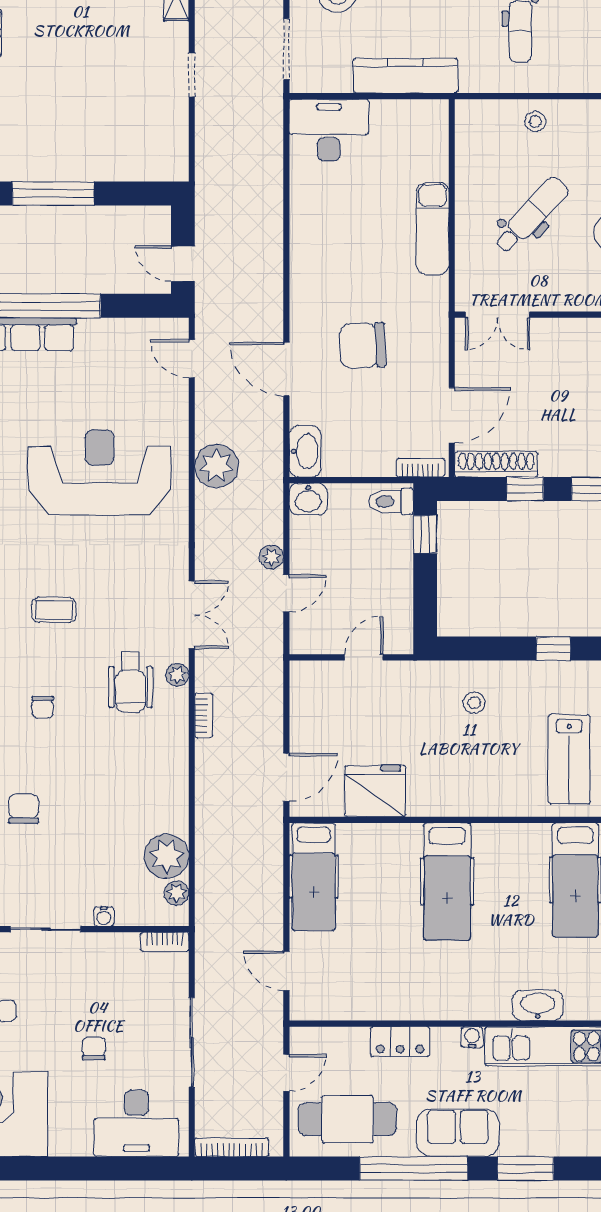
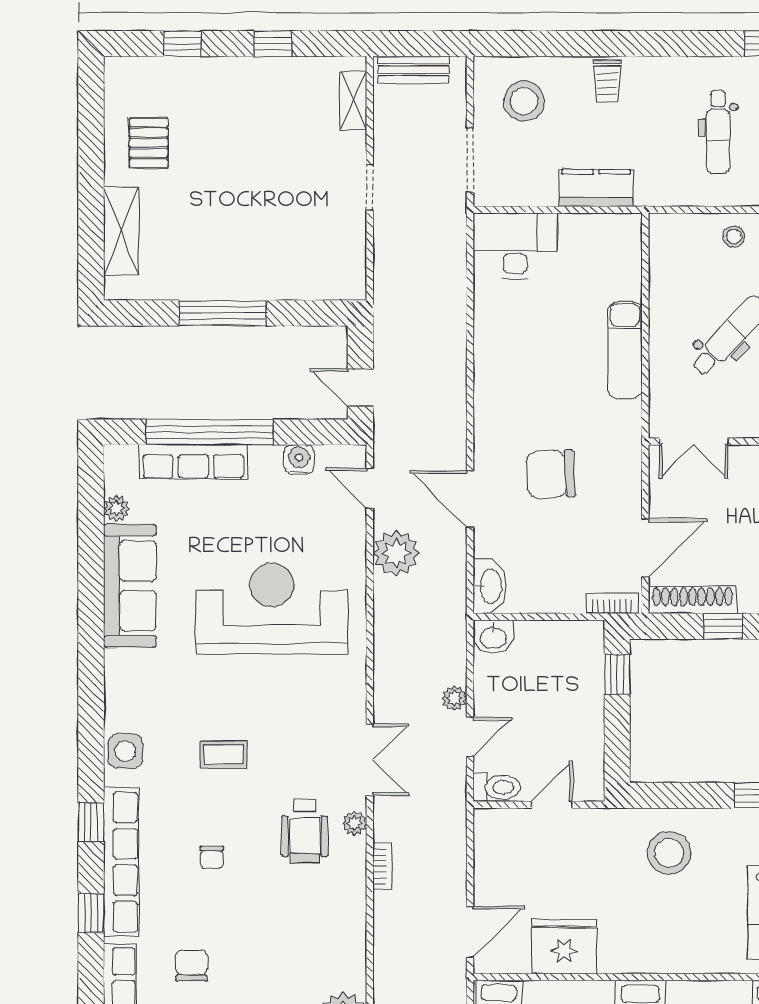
kitchen counter: (405, 76) -> (596, 188), width x0.67
water cooler: (125, 332) -> (299, 460), added
plant: (217, 466) -> (396, 553), moved
toilet: (391, 501) -> (497, 787), moved, turned 180
stool: (474, 703) -> (669, 853), width x1.89, depth x1.89

